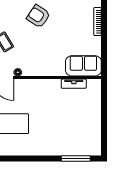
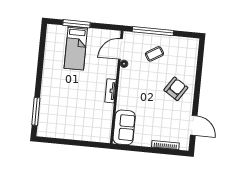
tv unit: (74, 84) -> (110, 91), moved

